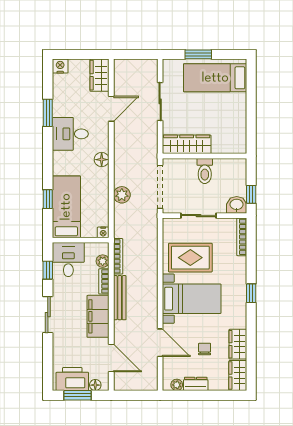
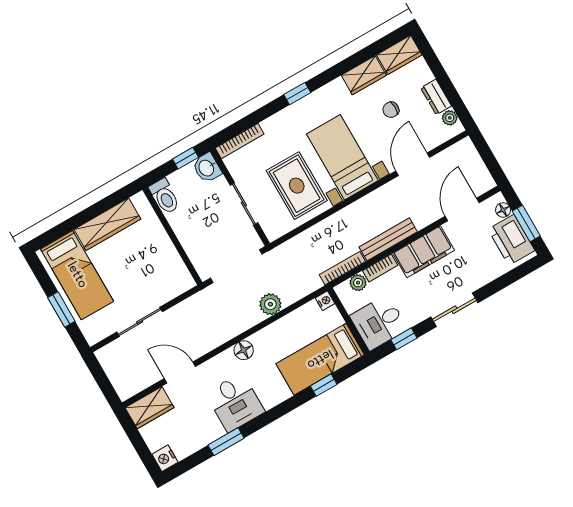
wardrobe: (187, 144) -> (107, 224), moved, turned -90
toilet: (205, 171) -> (165, 196), moved, turned 90

